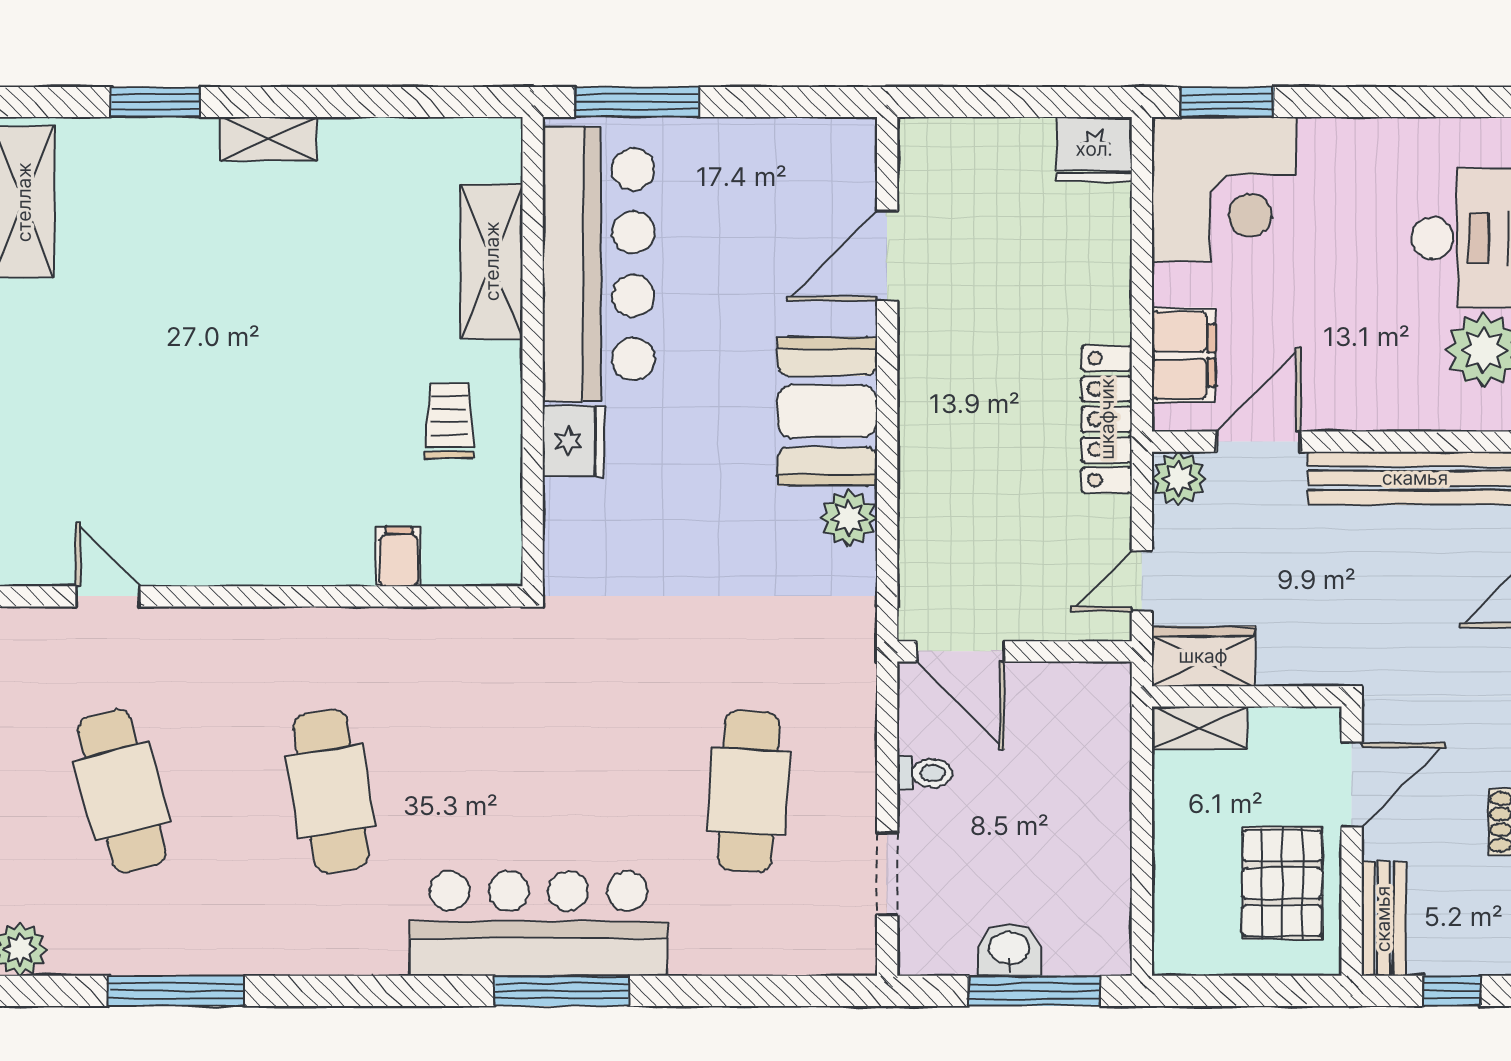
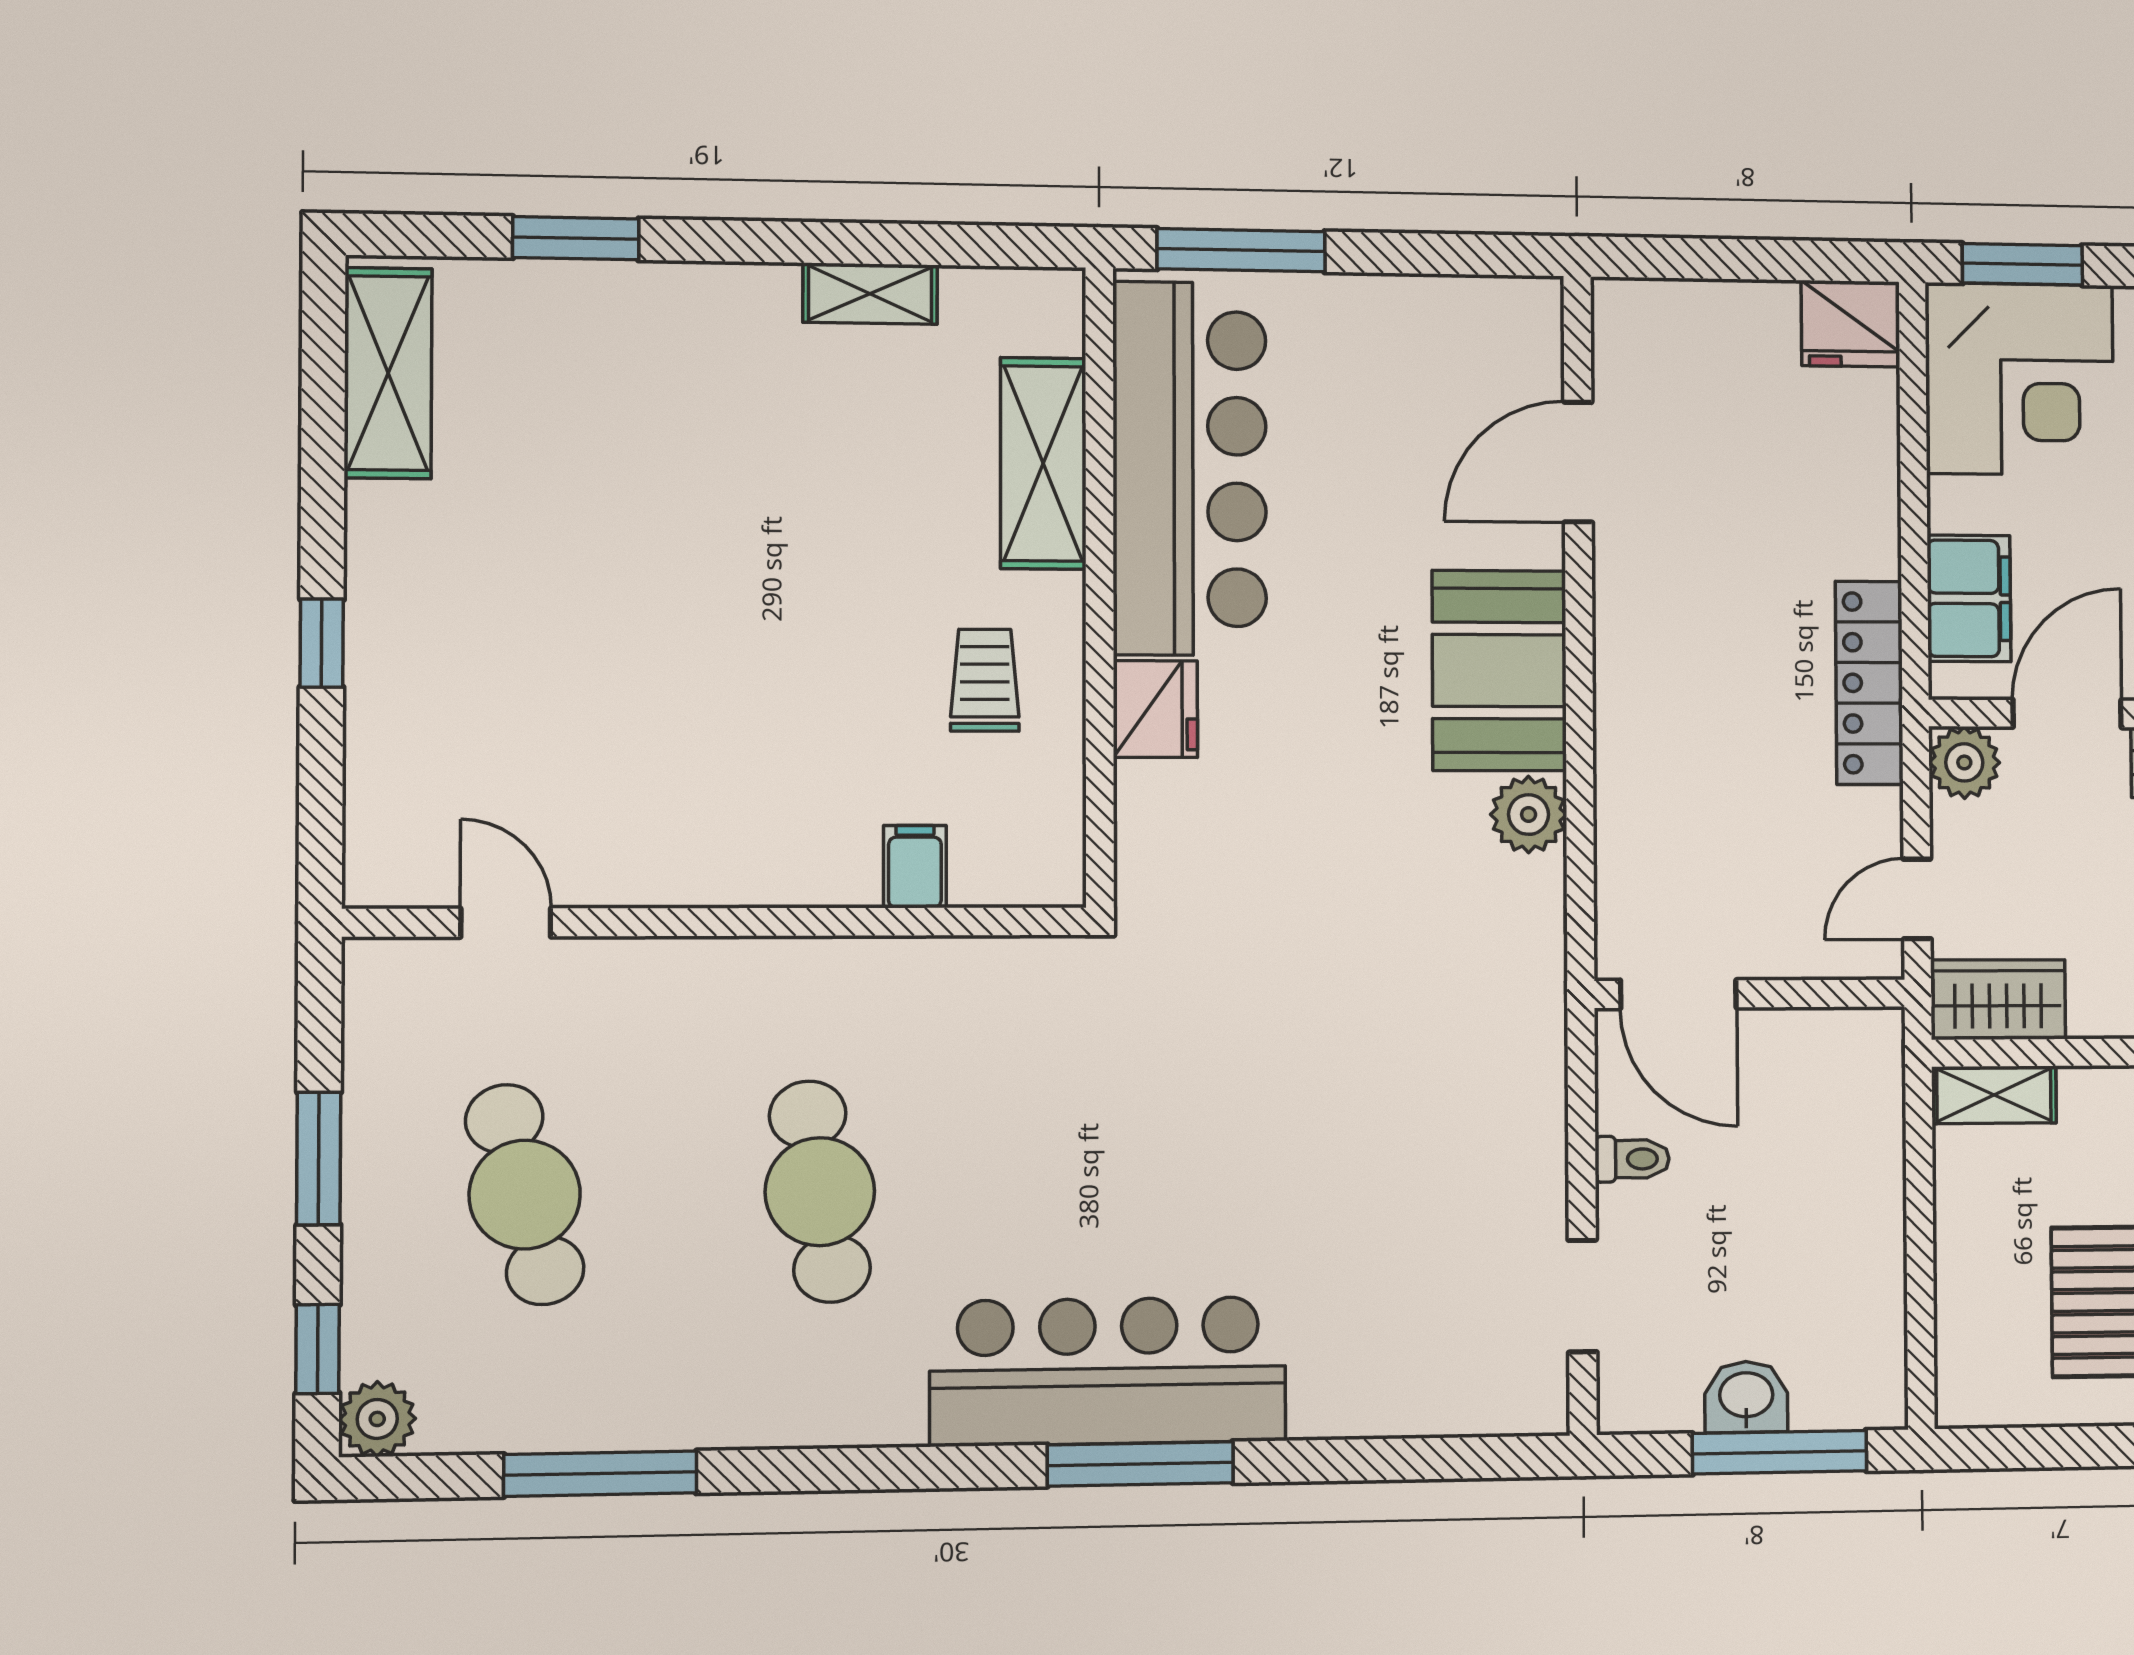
shelving: (268, 139) -> (870, 294), moved
cafe table: (748, 791) -> (1395, 1186), removed

